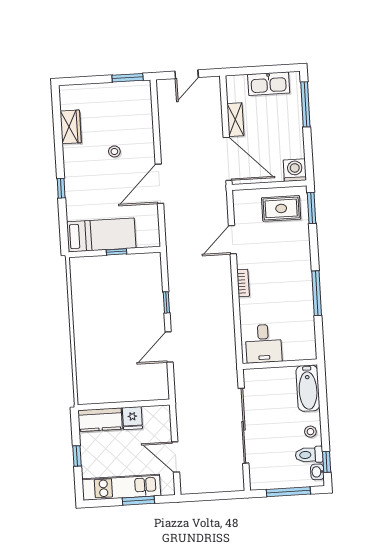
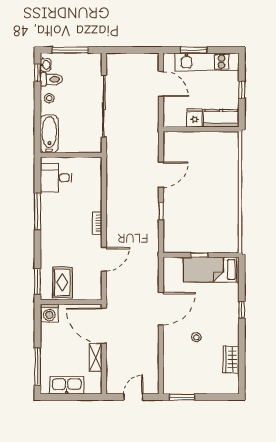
rug: (281, 208) -> (62, 282), turned 90
desk: (263, 344) -> (56, 178), moved, turned -90

